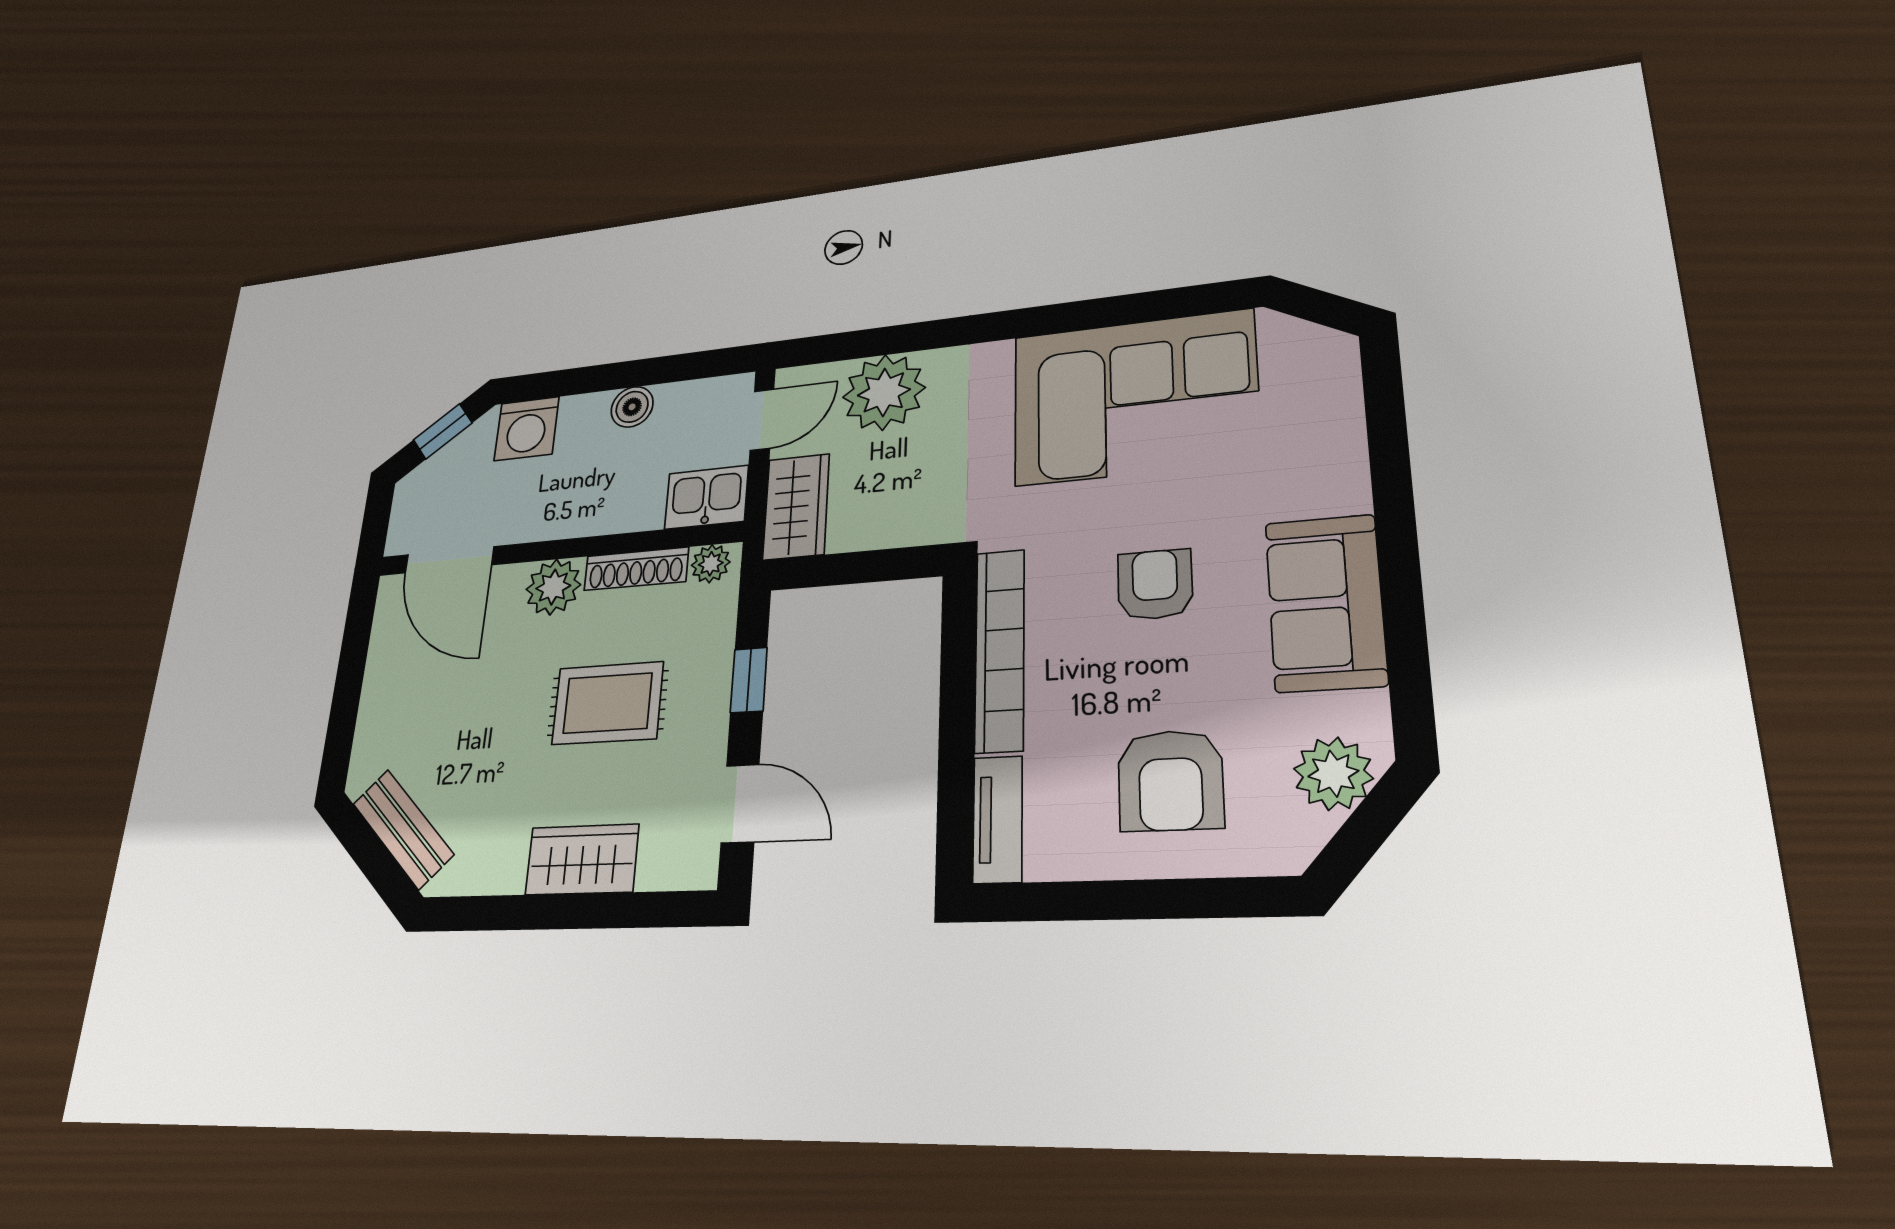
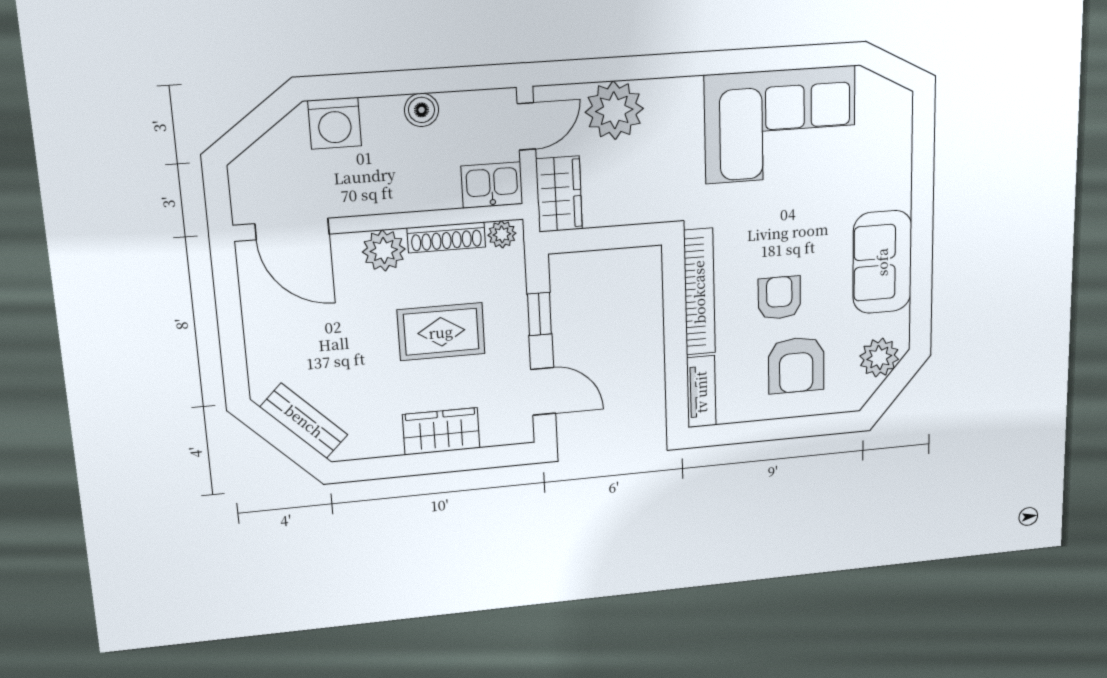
window: (443, 431) -> (259, 122), removed
armchair: (1155, 585) -> (779, 298), moved

